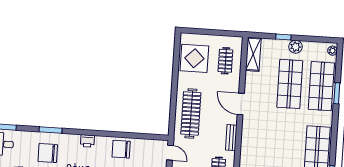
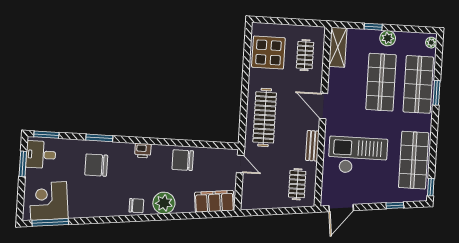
checkout: (270, 146) -> (358, 155), added

